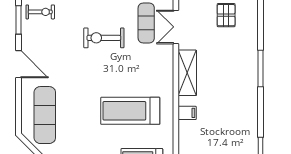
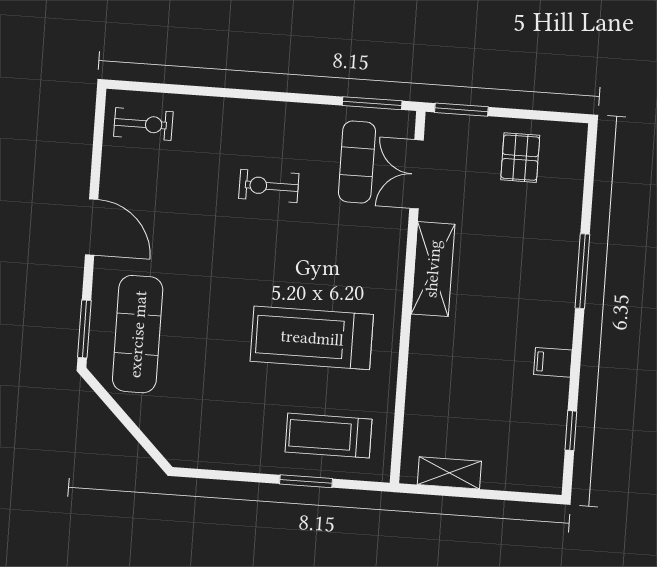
window: (18, 20) -> (84, 329), moved
exercise bike: (104, 38) -> (269, 186), width x0.73, depth x0.72
filing cabinet: (187, 113) -> (553, 362), moved, turned 180

